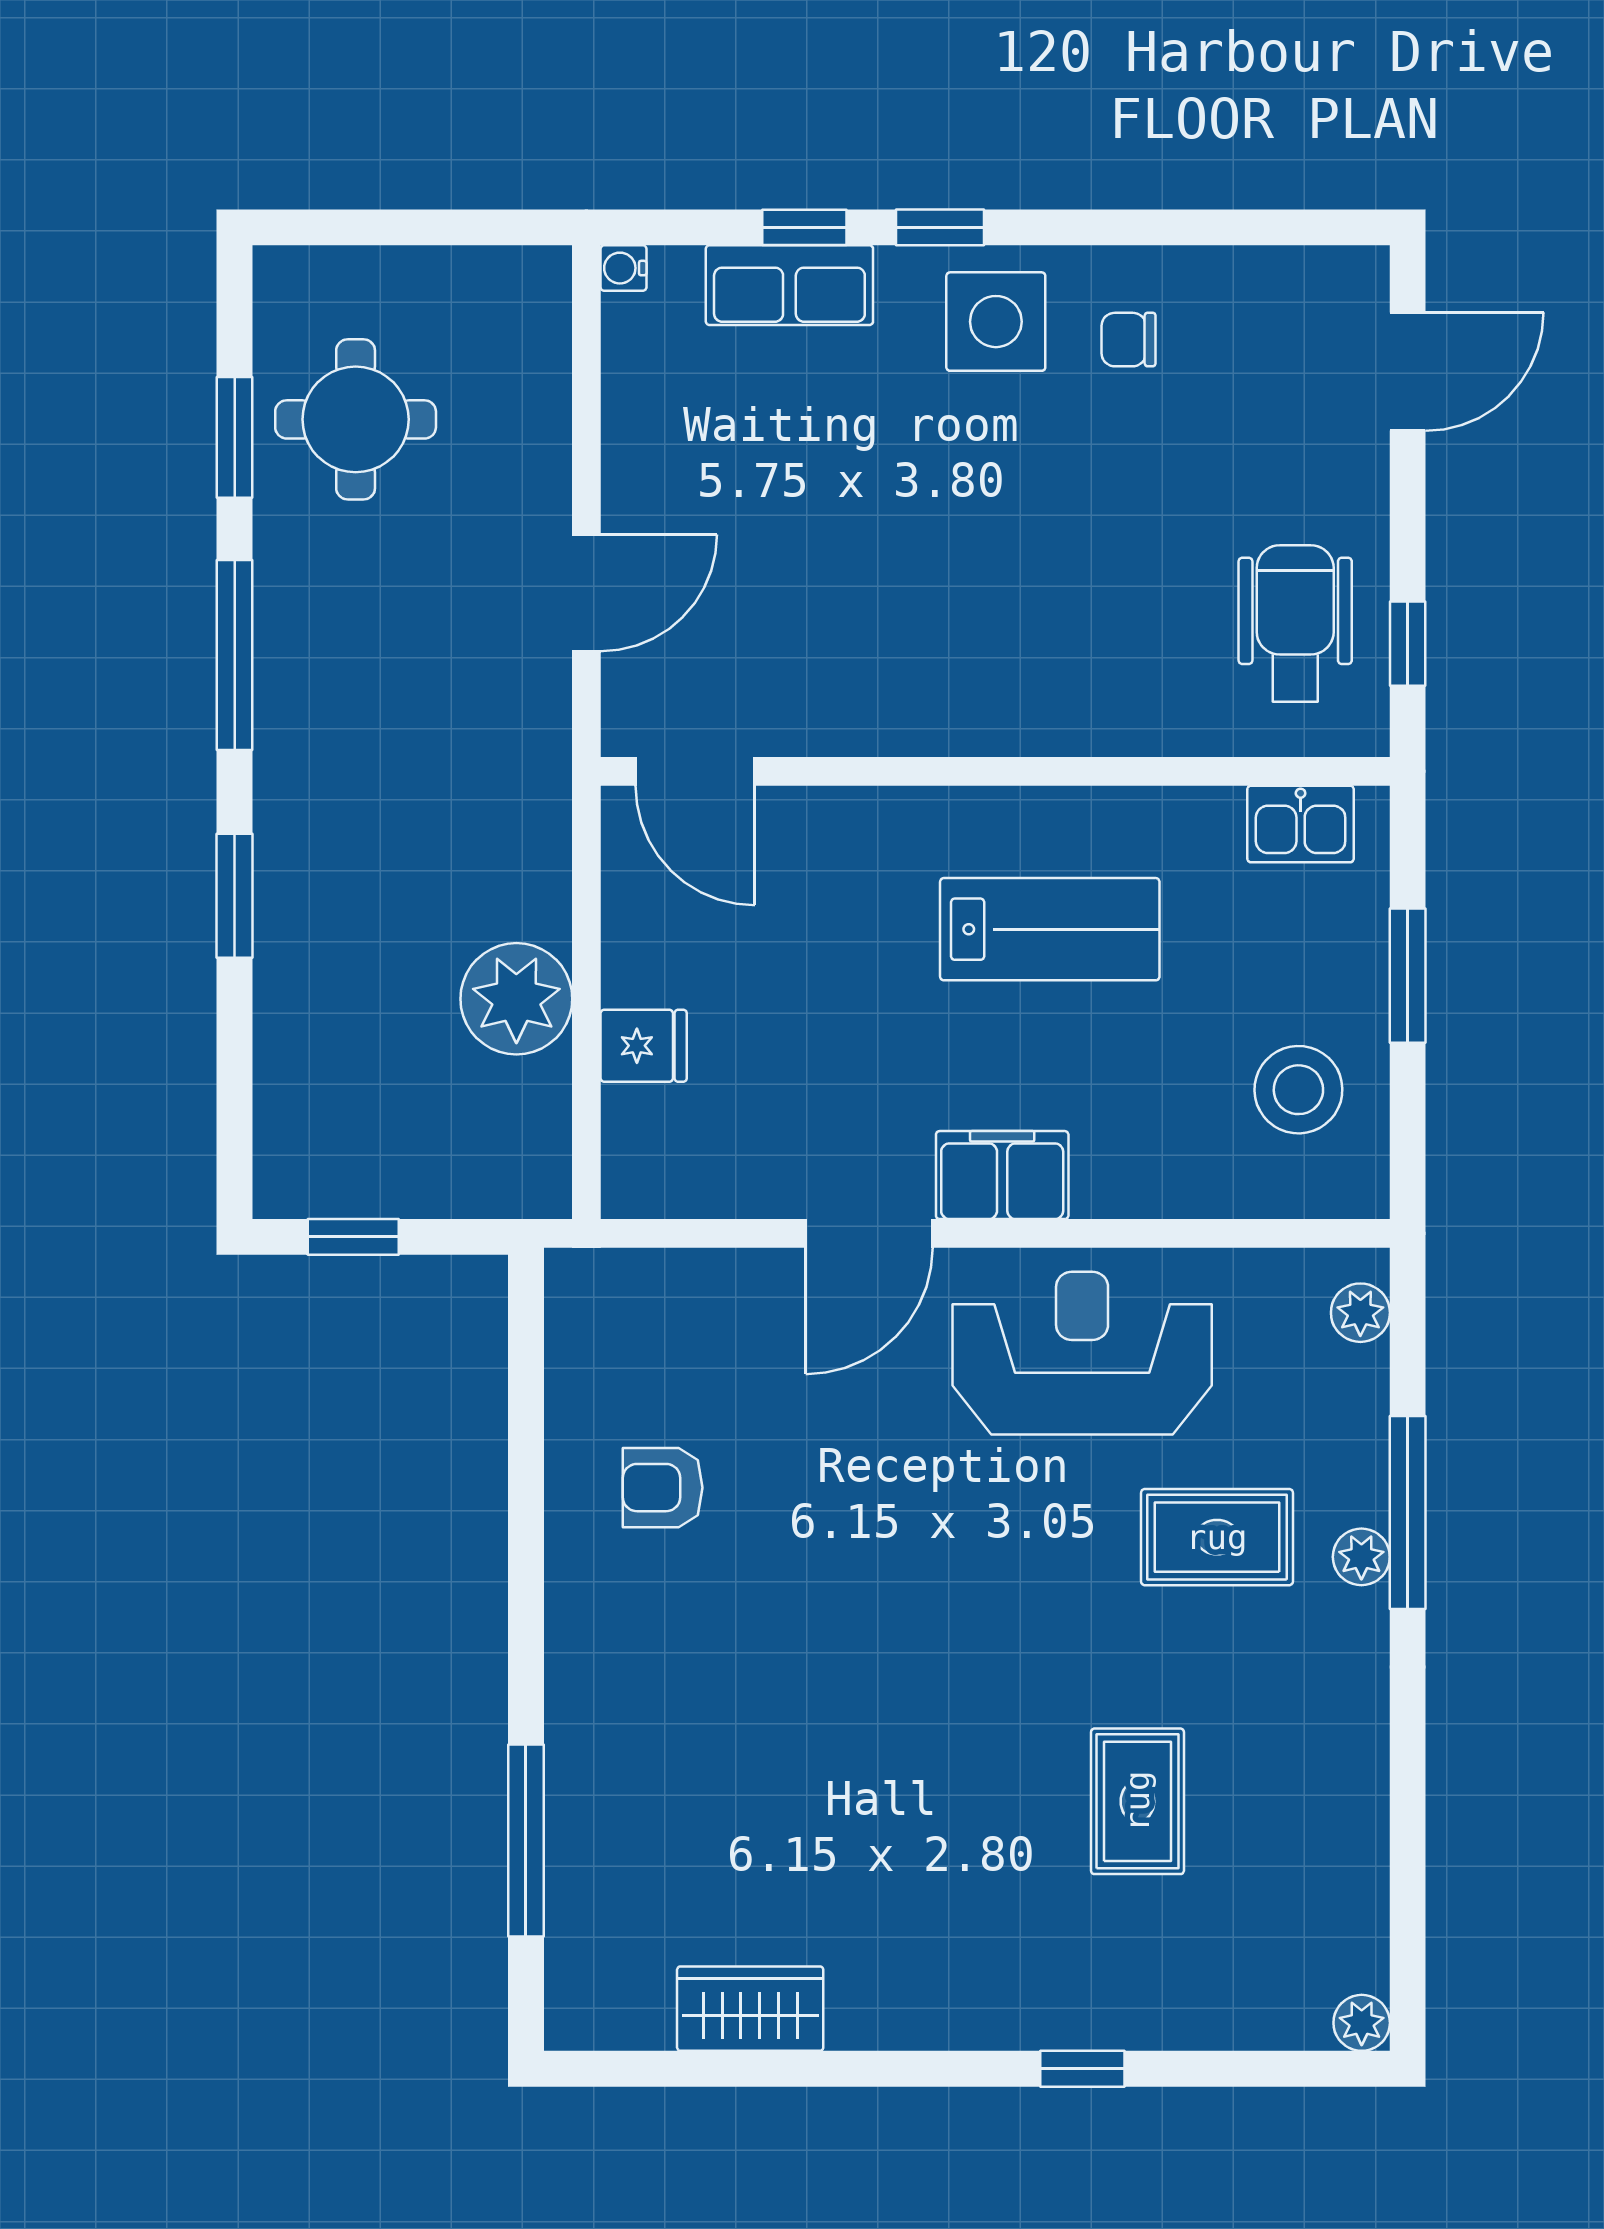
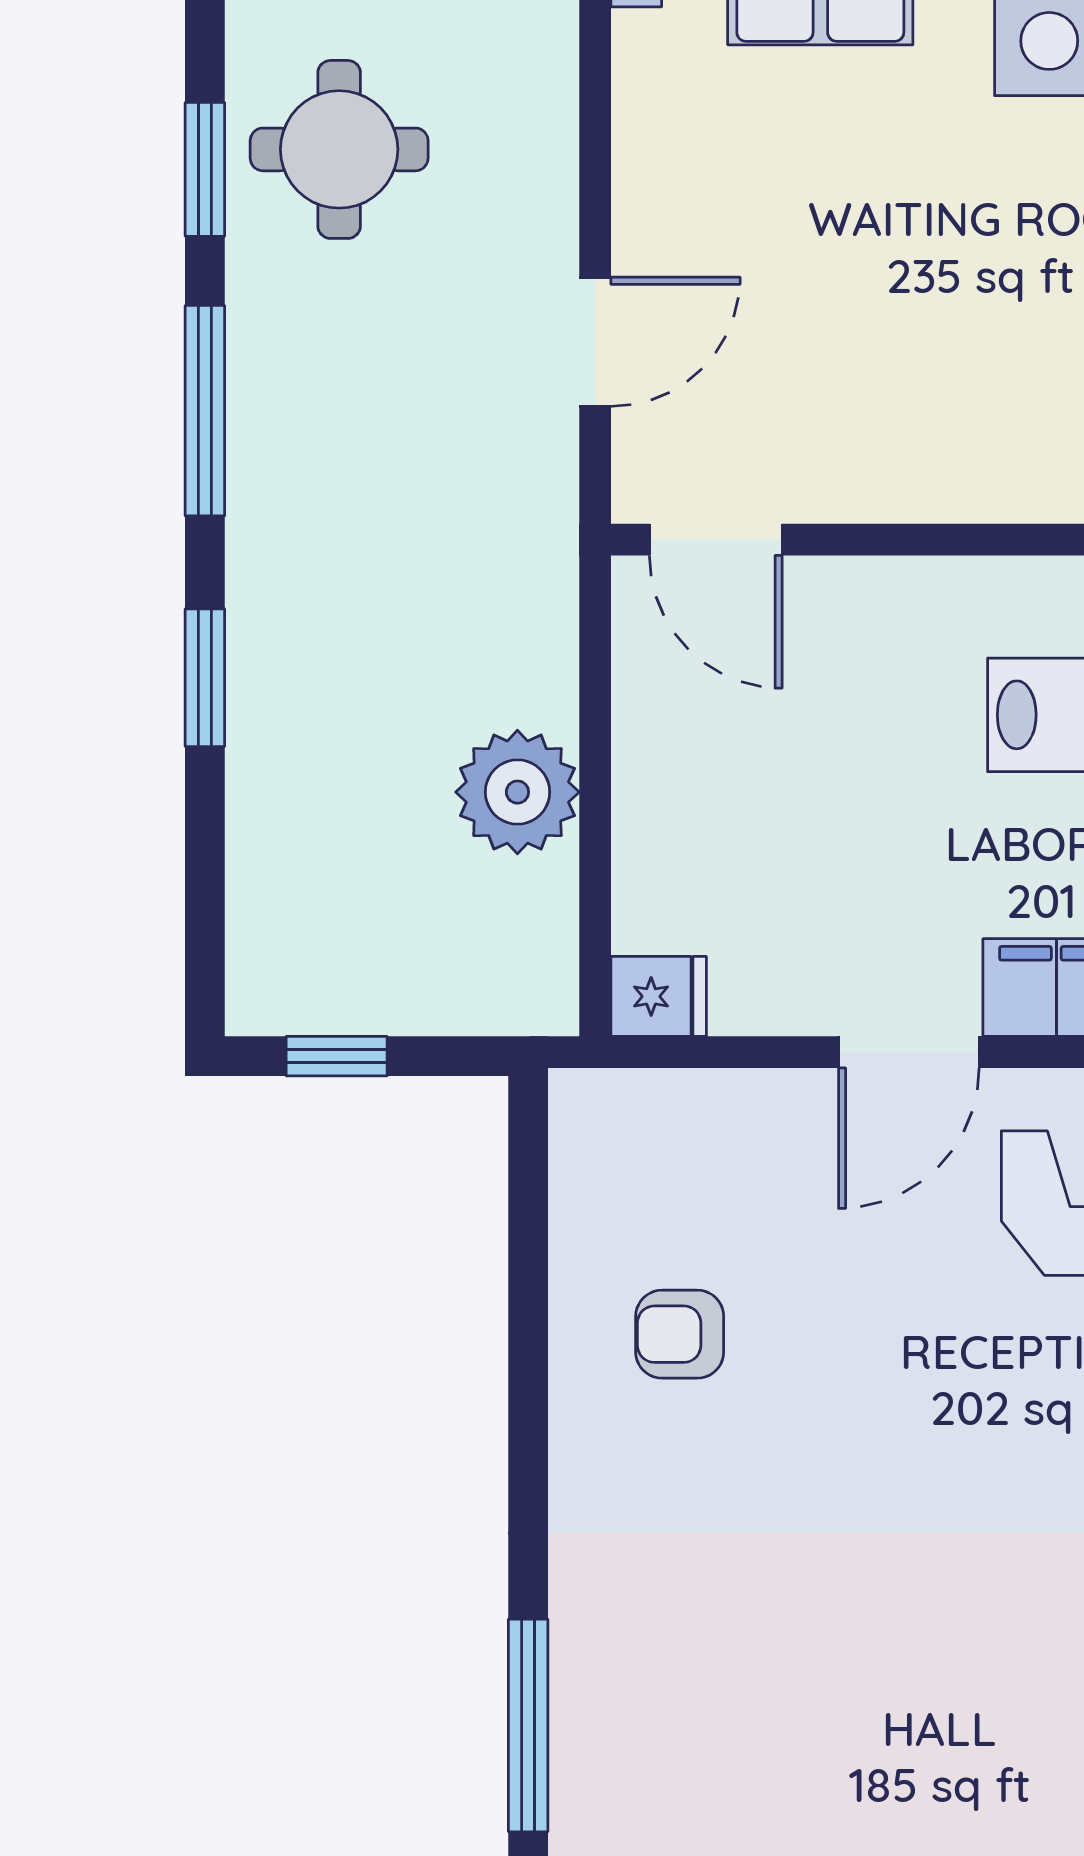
fridge: (644, 1046) -> (659, 996), moved

